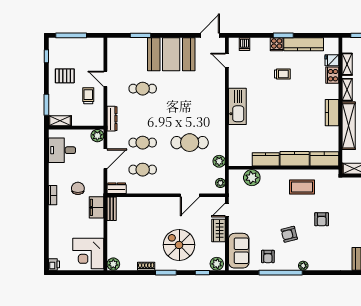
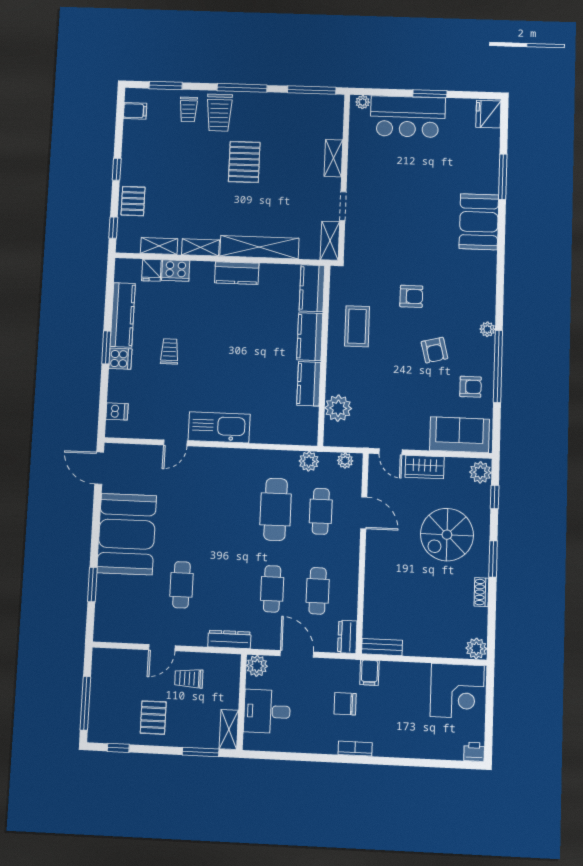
door: (227, 60) -> (175, 443), moved
desk: (62, 150) -> (267, 711), moved, turned 90
cafe table: (190, 170) -> (321, 511), added
filing cabinet: (96, 207) -> (369, 673), width x0.50

